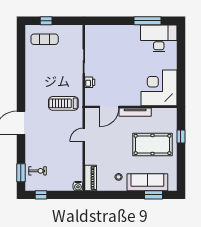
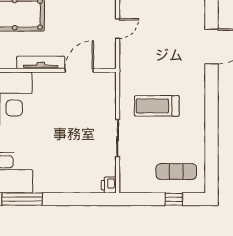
printer: (90, 82) -> (109, 185), moved
treadmill: (63, 103) -> (157, 106), moved, turned 180

